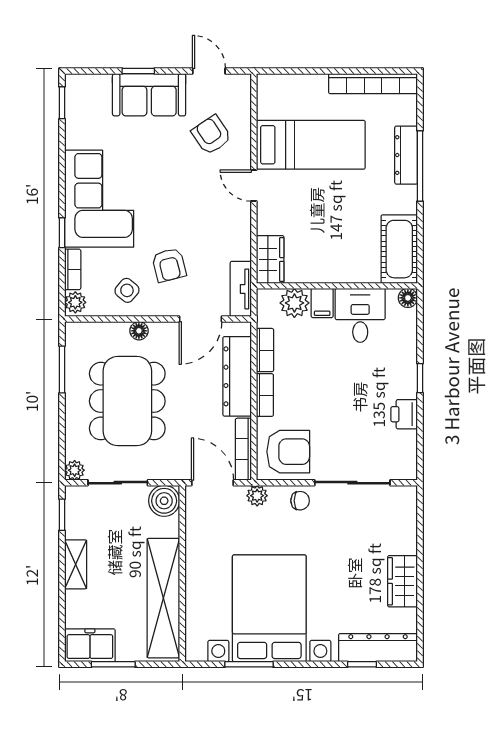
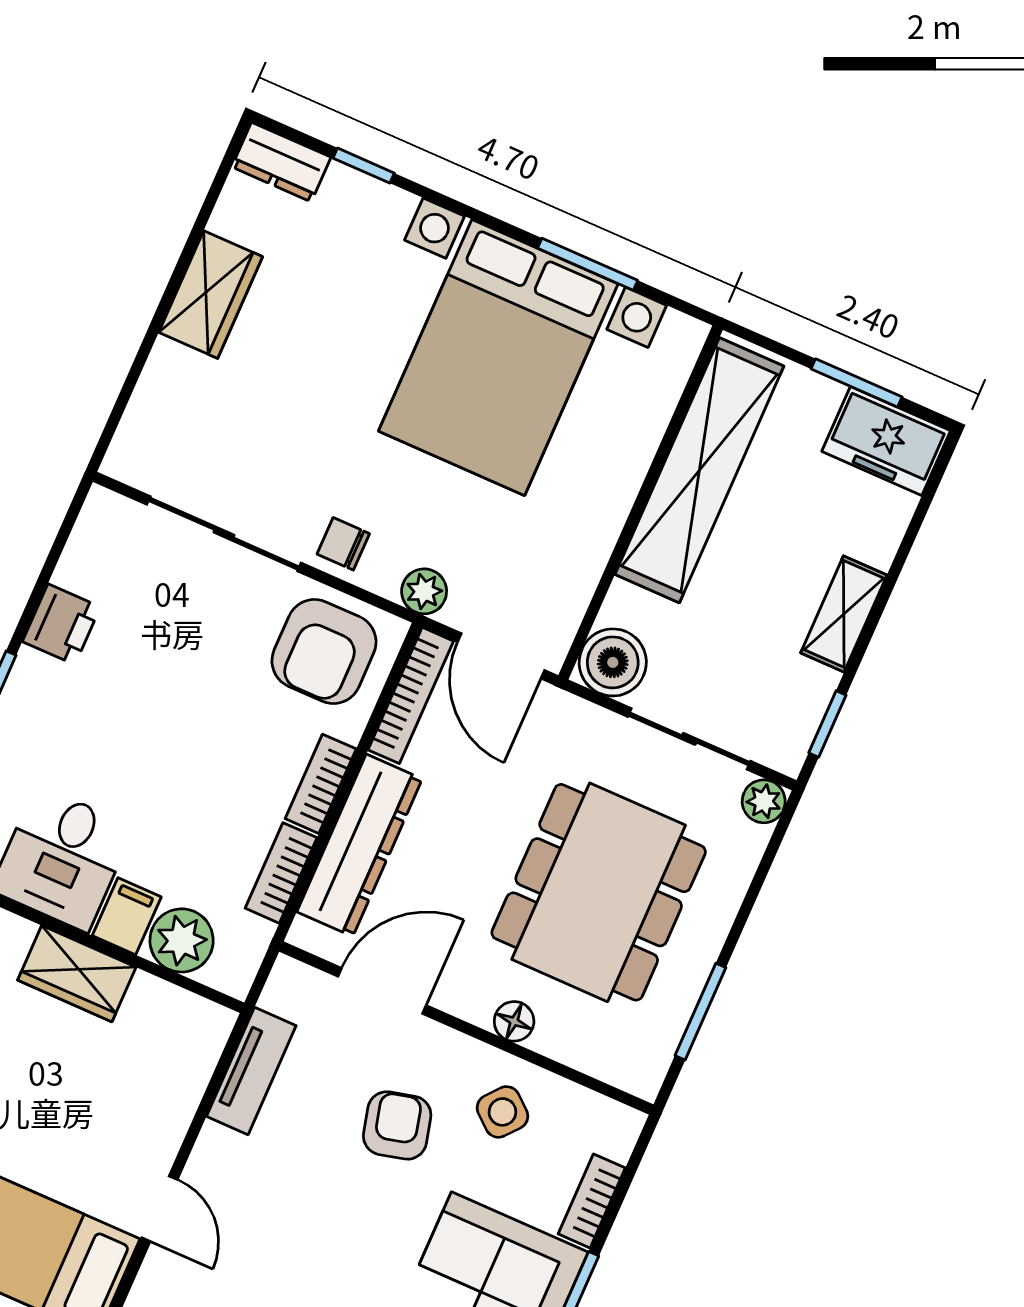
wardrobe: (270, 259) -> (77, 974), moved, turned -90
tv unit: (241, 289) -> (251, 1071), moved
plant: (75, 302) -> (615, 1133), removed
armchair: (288, 452) -> (324, 651), turned -90
dresser: (378, 648) -> (281, 162), width x0.51, depth x0.80

